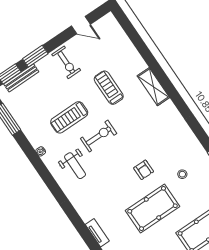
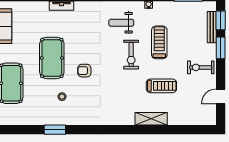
shelving: (153, 87) -> (151, 119), moved

